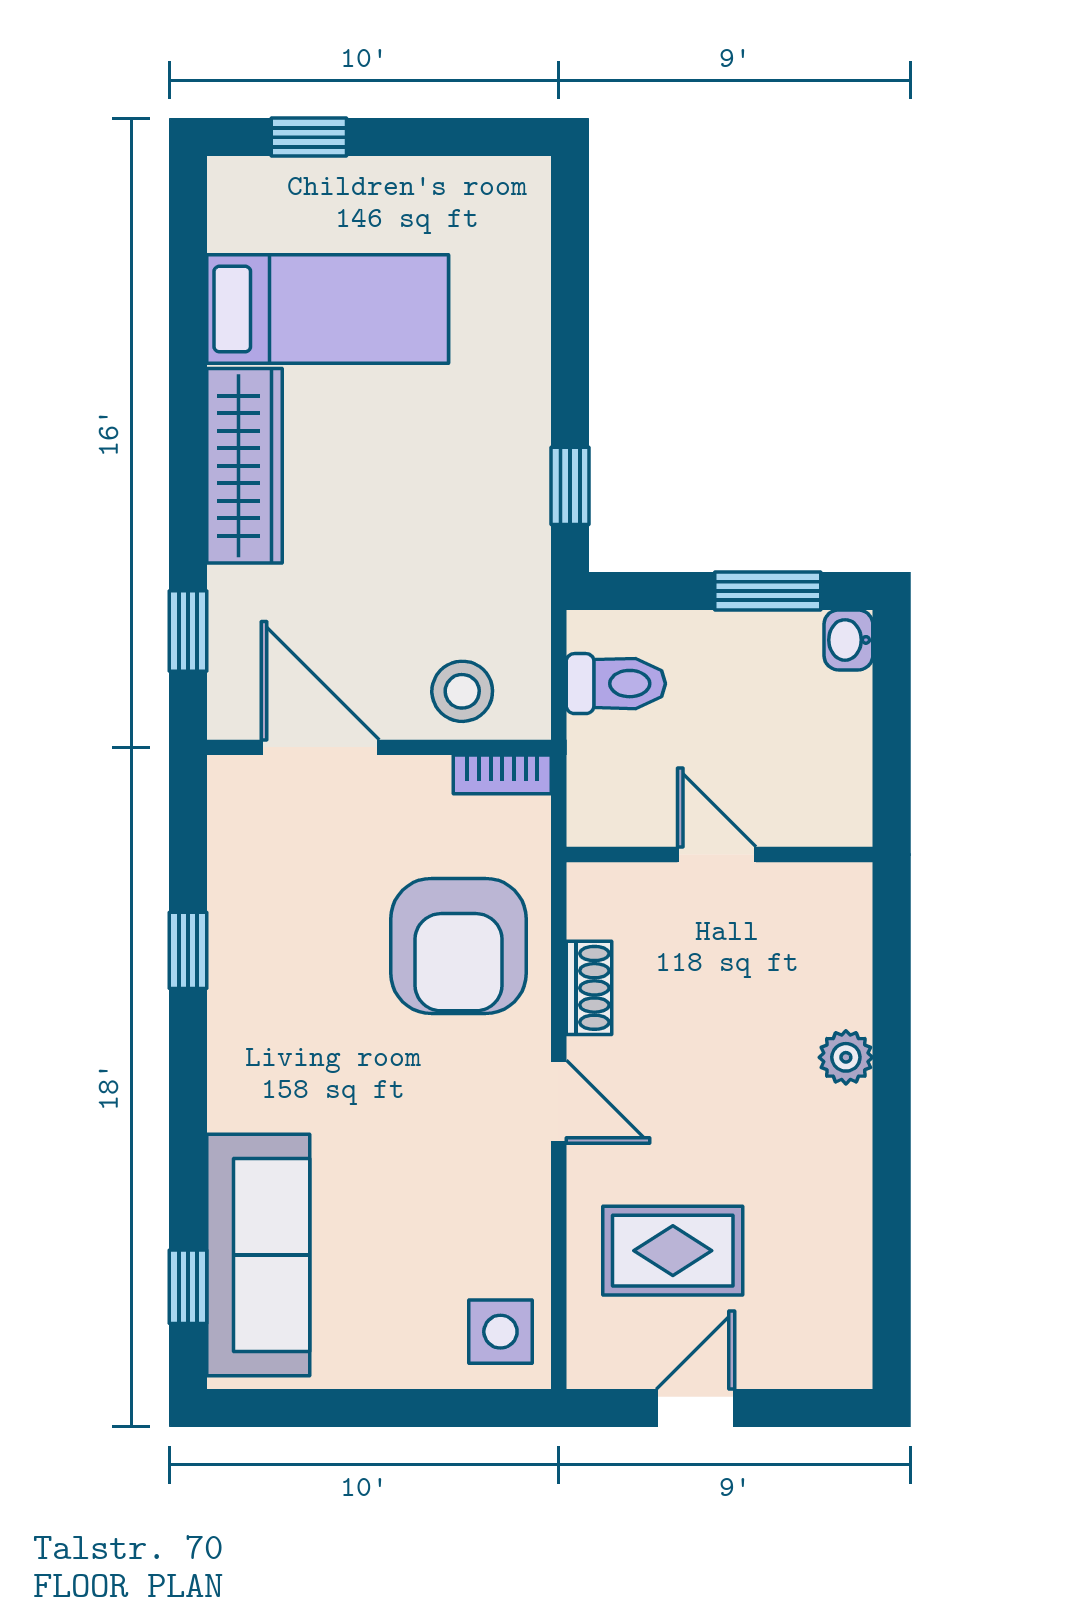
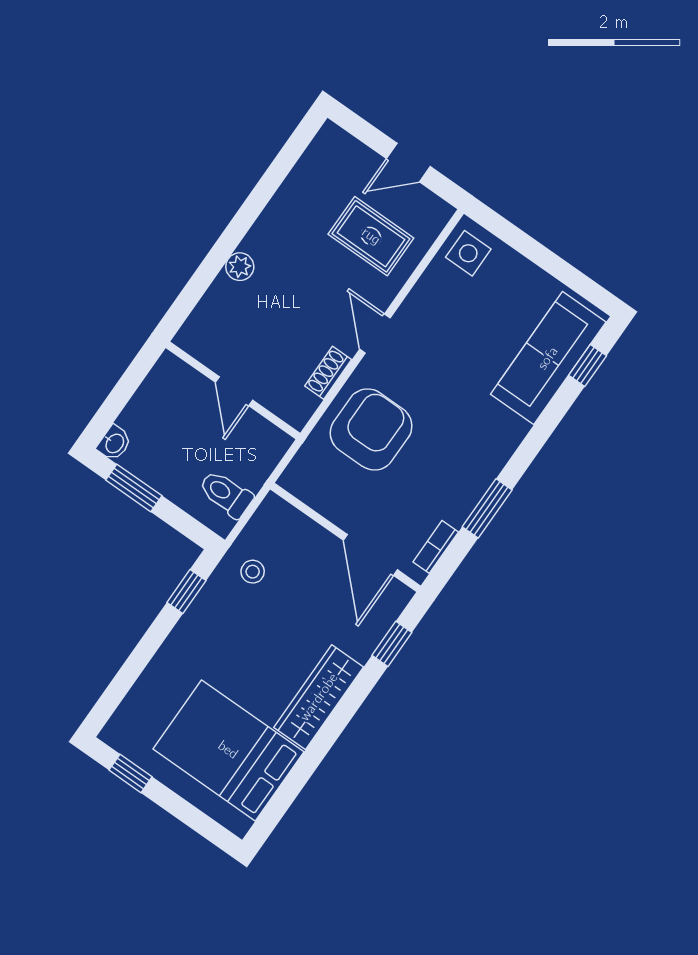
window: (309, 137) -> (131, 773), moved
bed: (328, 309) -> (228, 750), width x1.50
stool: (462, 691) -> (253, 572), moved, width x0.73, depth x0.73
bookcase: (502, 774) -> (436, 547), moved, turned -90
window: (188, 950) -> (487, 508), width x1.50

